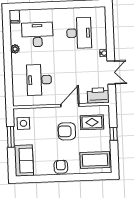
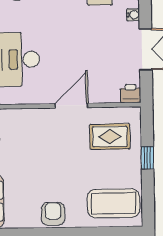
printer: (98, 95) -> (131, 94), width x0.53, depth x0.68
armchair: (67, 131) -> (65, 151), removed

